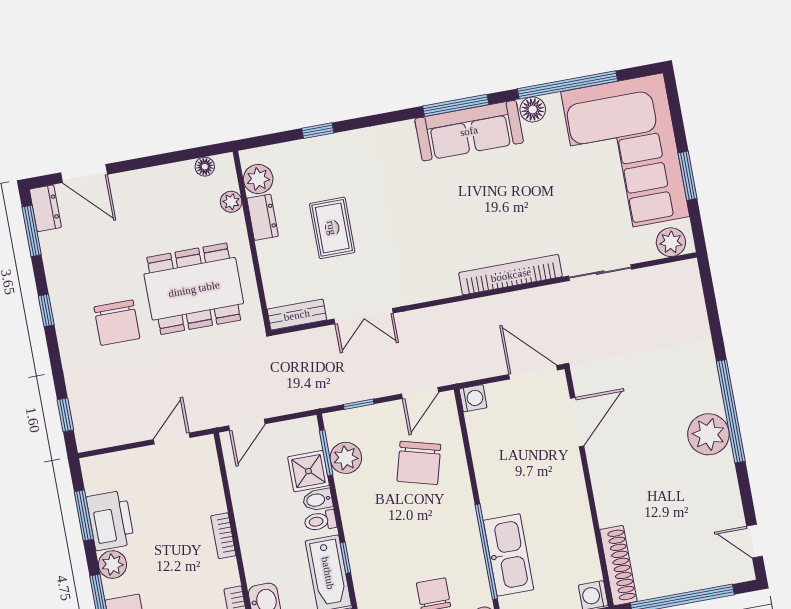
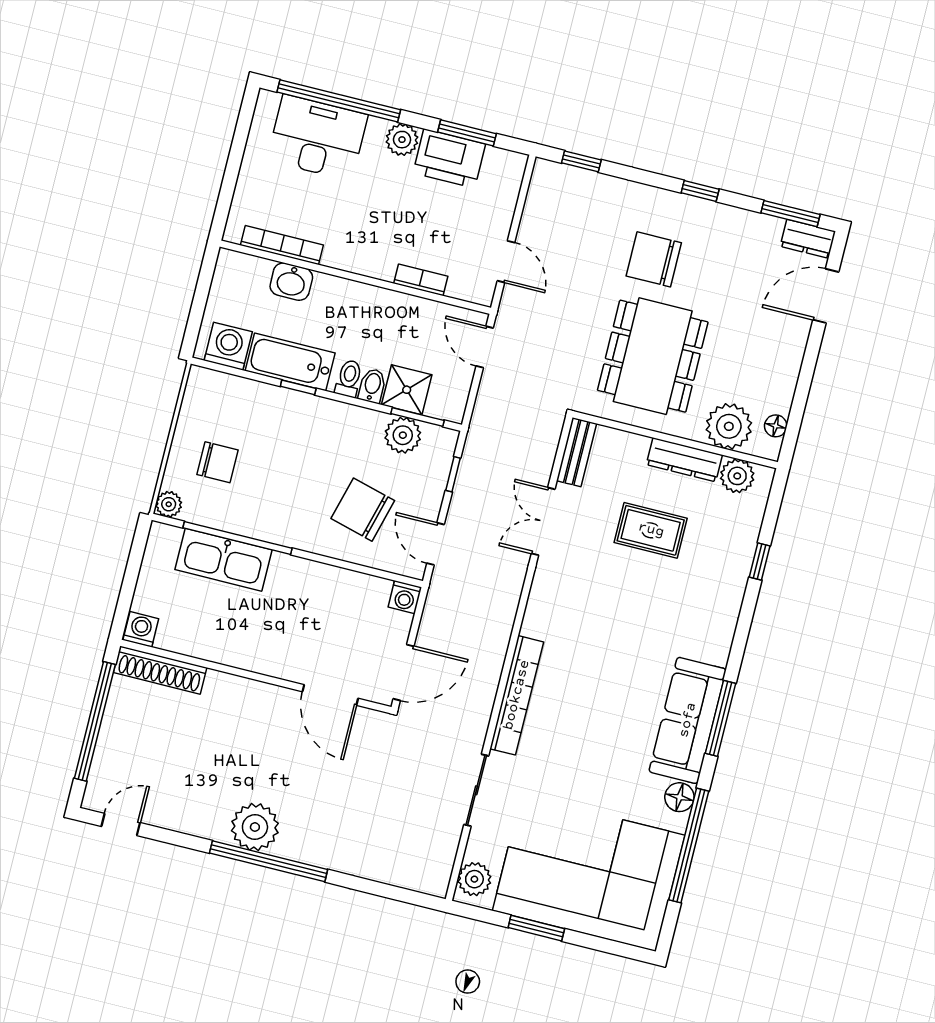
plant: (231, 202) -> (729, 426), width x1.88, depth x1.88
dresser: (263, 217) -> (684, 460), width x1.44
bookcase: (223, 536) -> (421, 280), moved

